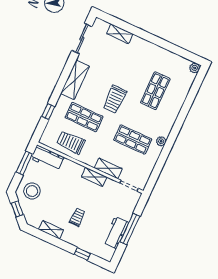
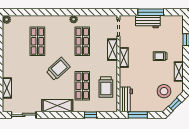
shop shelf: (155, 91) -> (37, 41), turned 90
trolley: (115, 99) -> (58, 69), turned -42
stool: (32, 191) -> (164, 91), moved
workbench: (116, 233) -> (148, 22), moved

